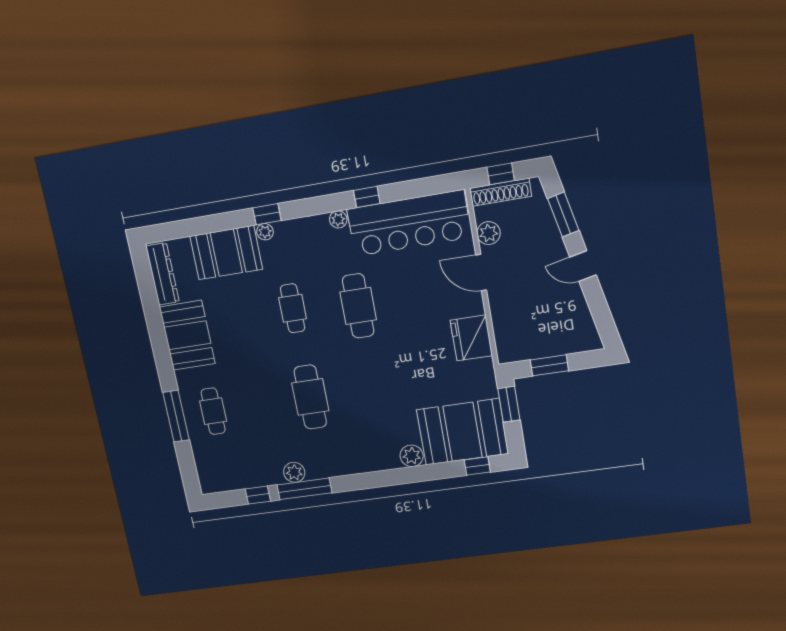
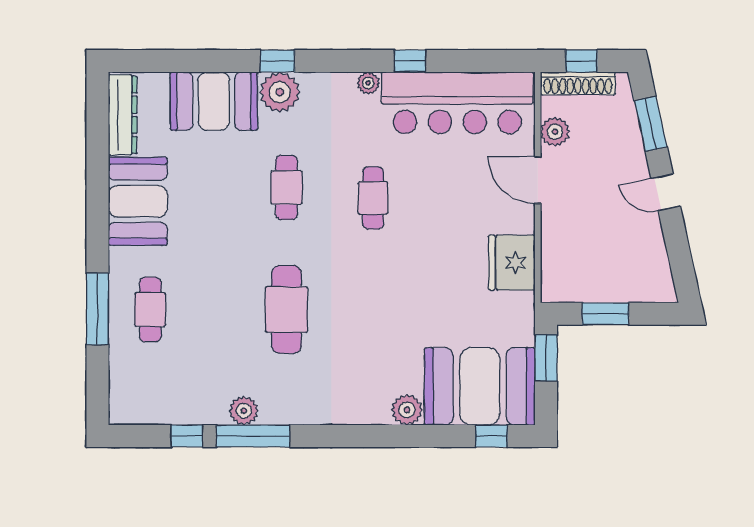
plant: (265, 232) -> (280, 92), width x1.87, depth x1.87
cafe table: (358, 306) -> (373, 198), width x0.73, depth x0.74

